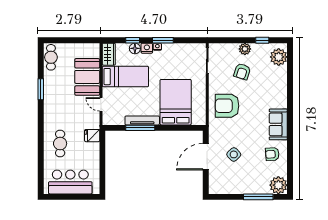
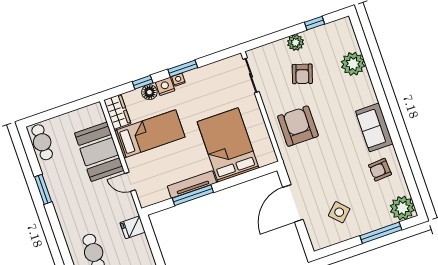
plant: (279, 57) -> (353, 64), moved
armchair: (227, 106) -> (298, 126), turned 90
side table: (234, 154) -> (339, 212), moved

